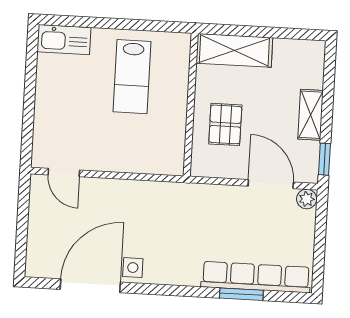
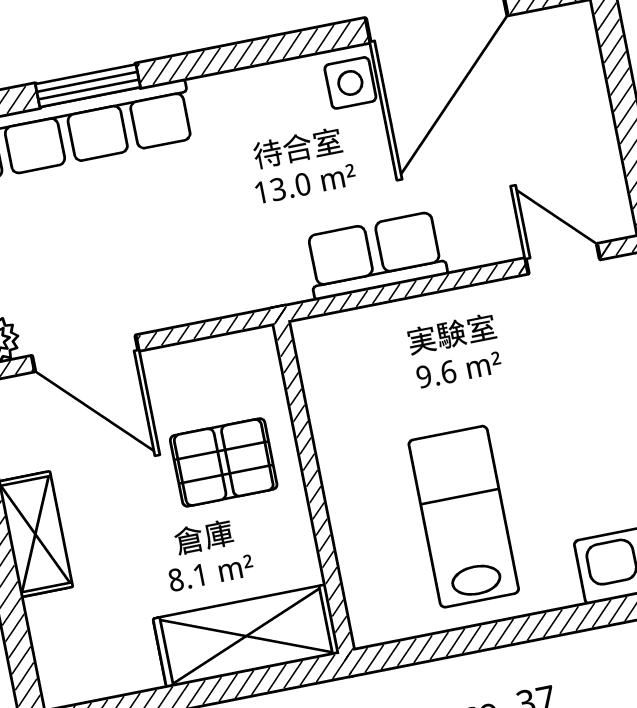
pallet: (225, 124) -> (224, 462), turned 90
row of seats: (141, 194) -> (375, 256), added

